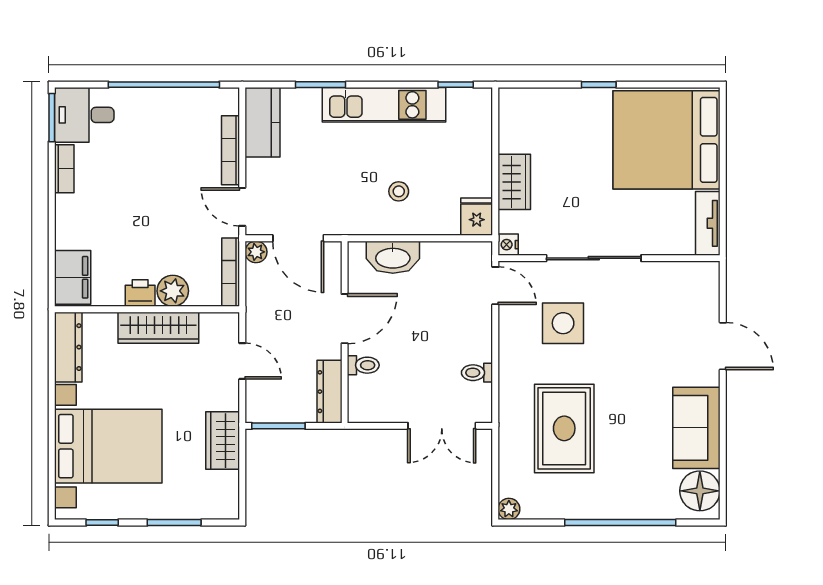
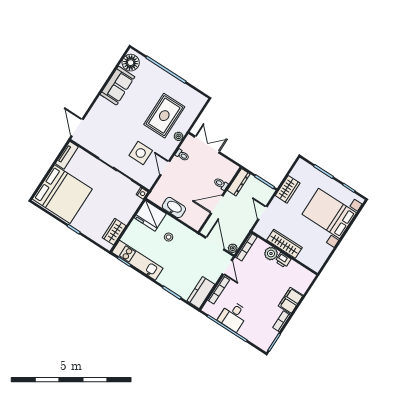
kitchen unit: (384, 105) -> (137, 260), moved
desk: (84, 115) -> (233, 316), moved, turned 90
wardrobe: (514, 182) -> (114, 232), moved
fridge: (477, 217) -> (150, 216), width x1.88, depth x1.34
washbasin: (393, 257) -> (174, 208), moved
filing cabinet: (73, 277) -> (291, 301), moved
door: (495, 286) -> (165, 168), moved
door: (723, 346) -> (77, 128), moved
dresser: (68, 347) -> (321, 258), removed
plant: (509, 509) -> (179, 136), moved

